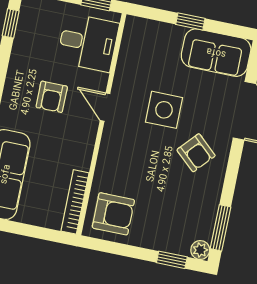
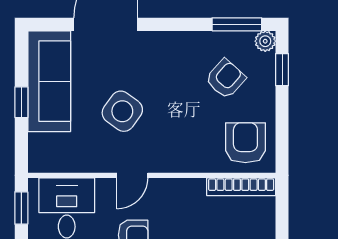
sofa: (216, 53) -> (49, 81), width x1.36
side table: (164, 110) -> (122, 111), turned 36
armchair: (196, 153) -> (225, 79), moved

